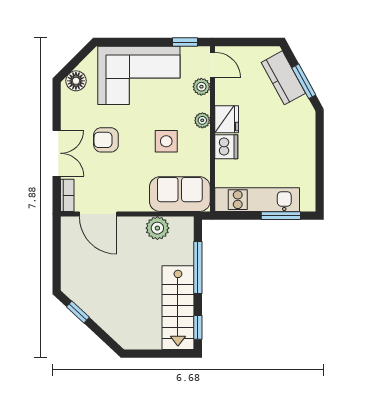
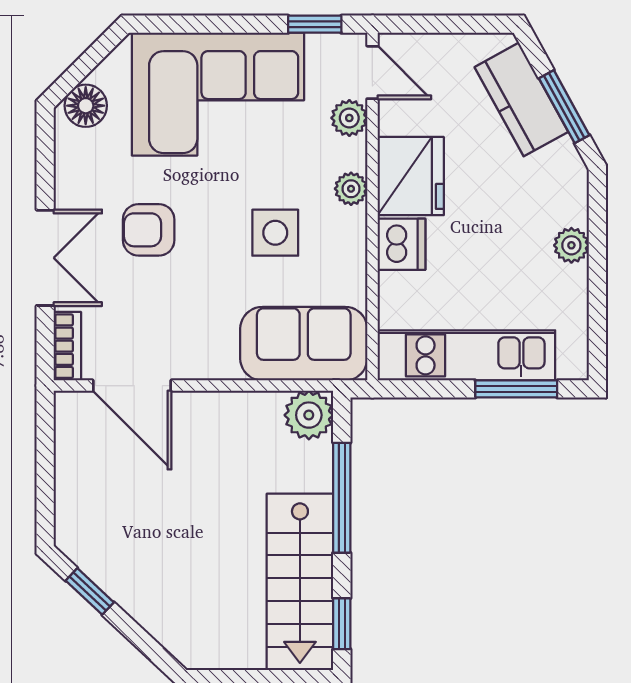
fridge: (227, 119) -> (411, 176), width x1.36, depth x1.34
plant: (307, 147) -> (571, 245), added
plant: (157, 228) -> (309, 415), moved

